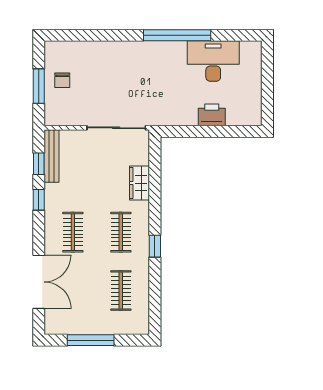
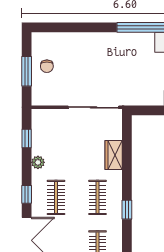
bench: (52, 156) -> (38, 132), removed
plant: (52, 192) -> (38, 162), added
window: (39, 200) -> (27, 194), moved

